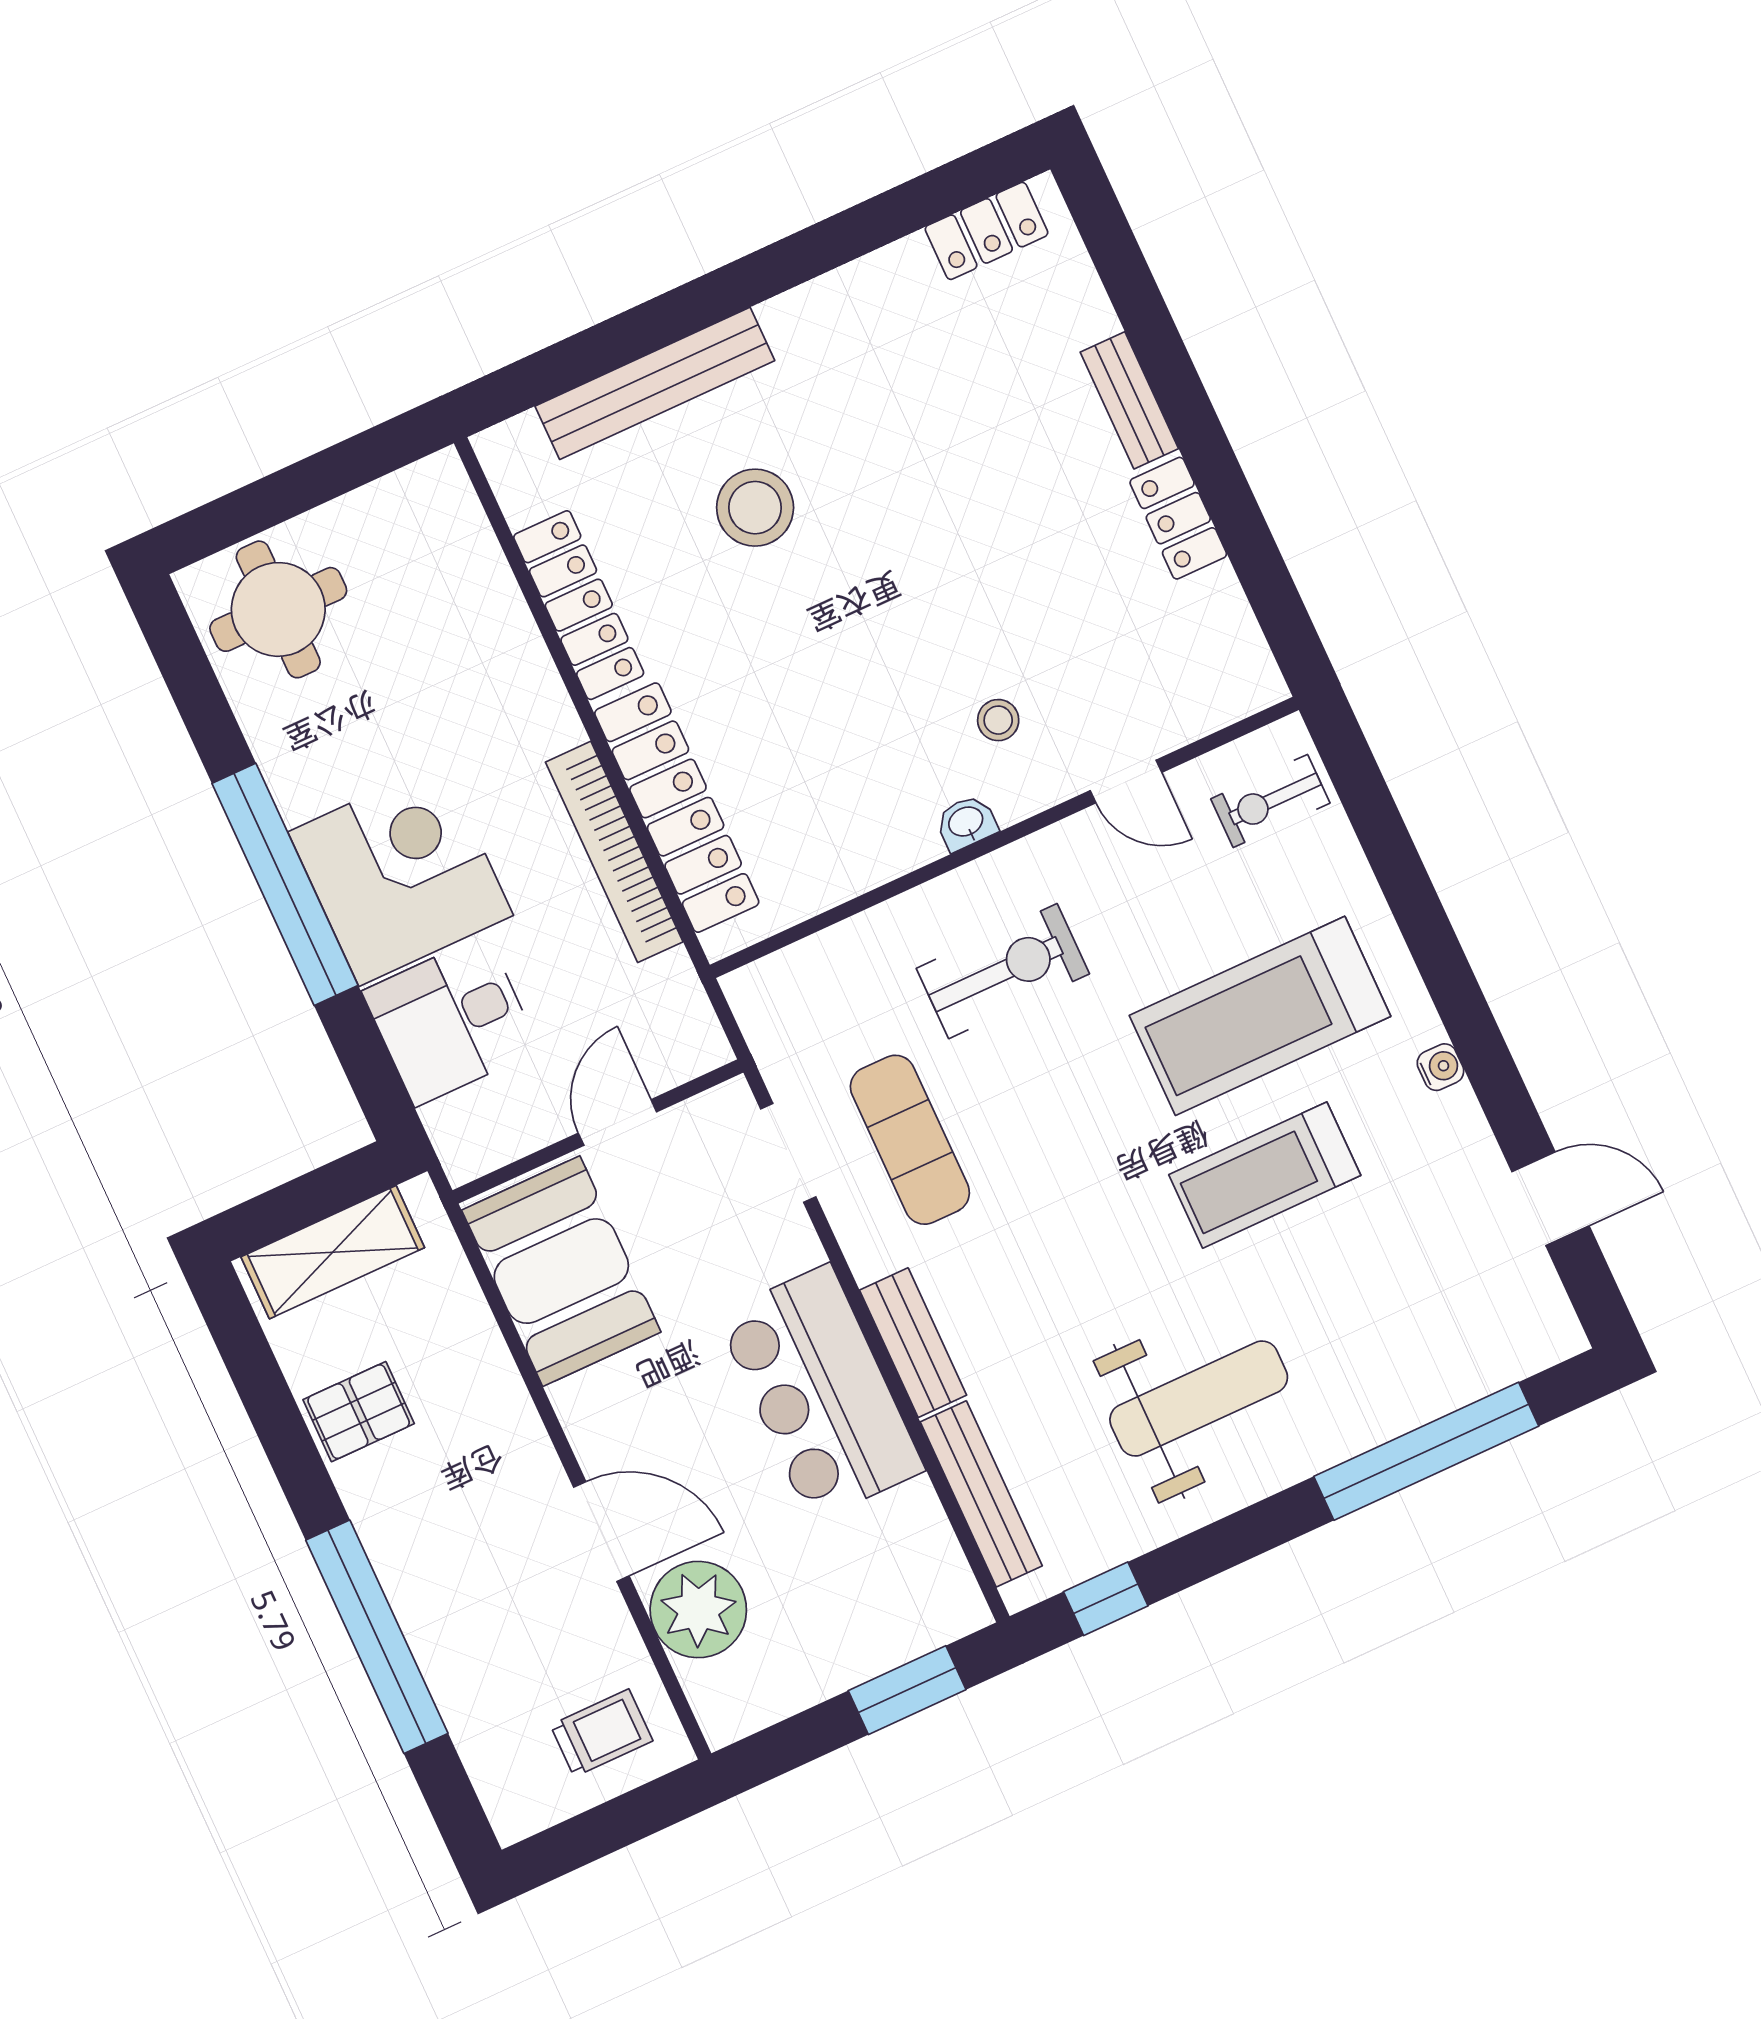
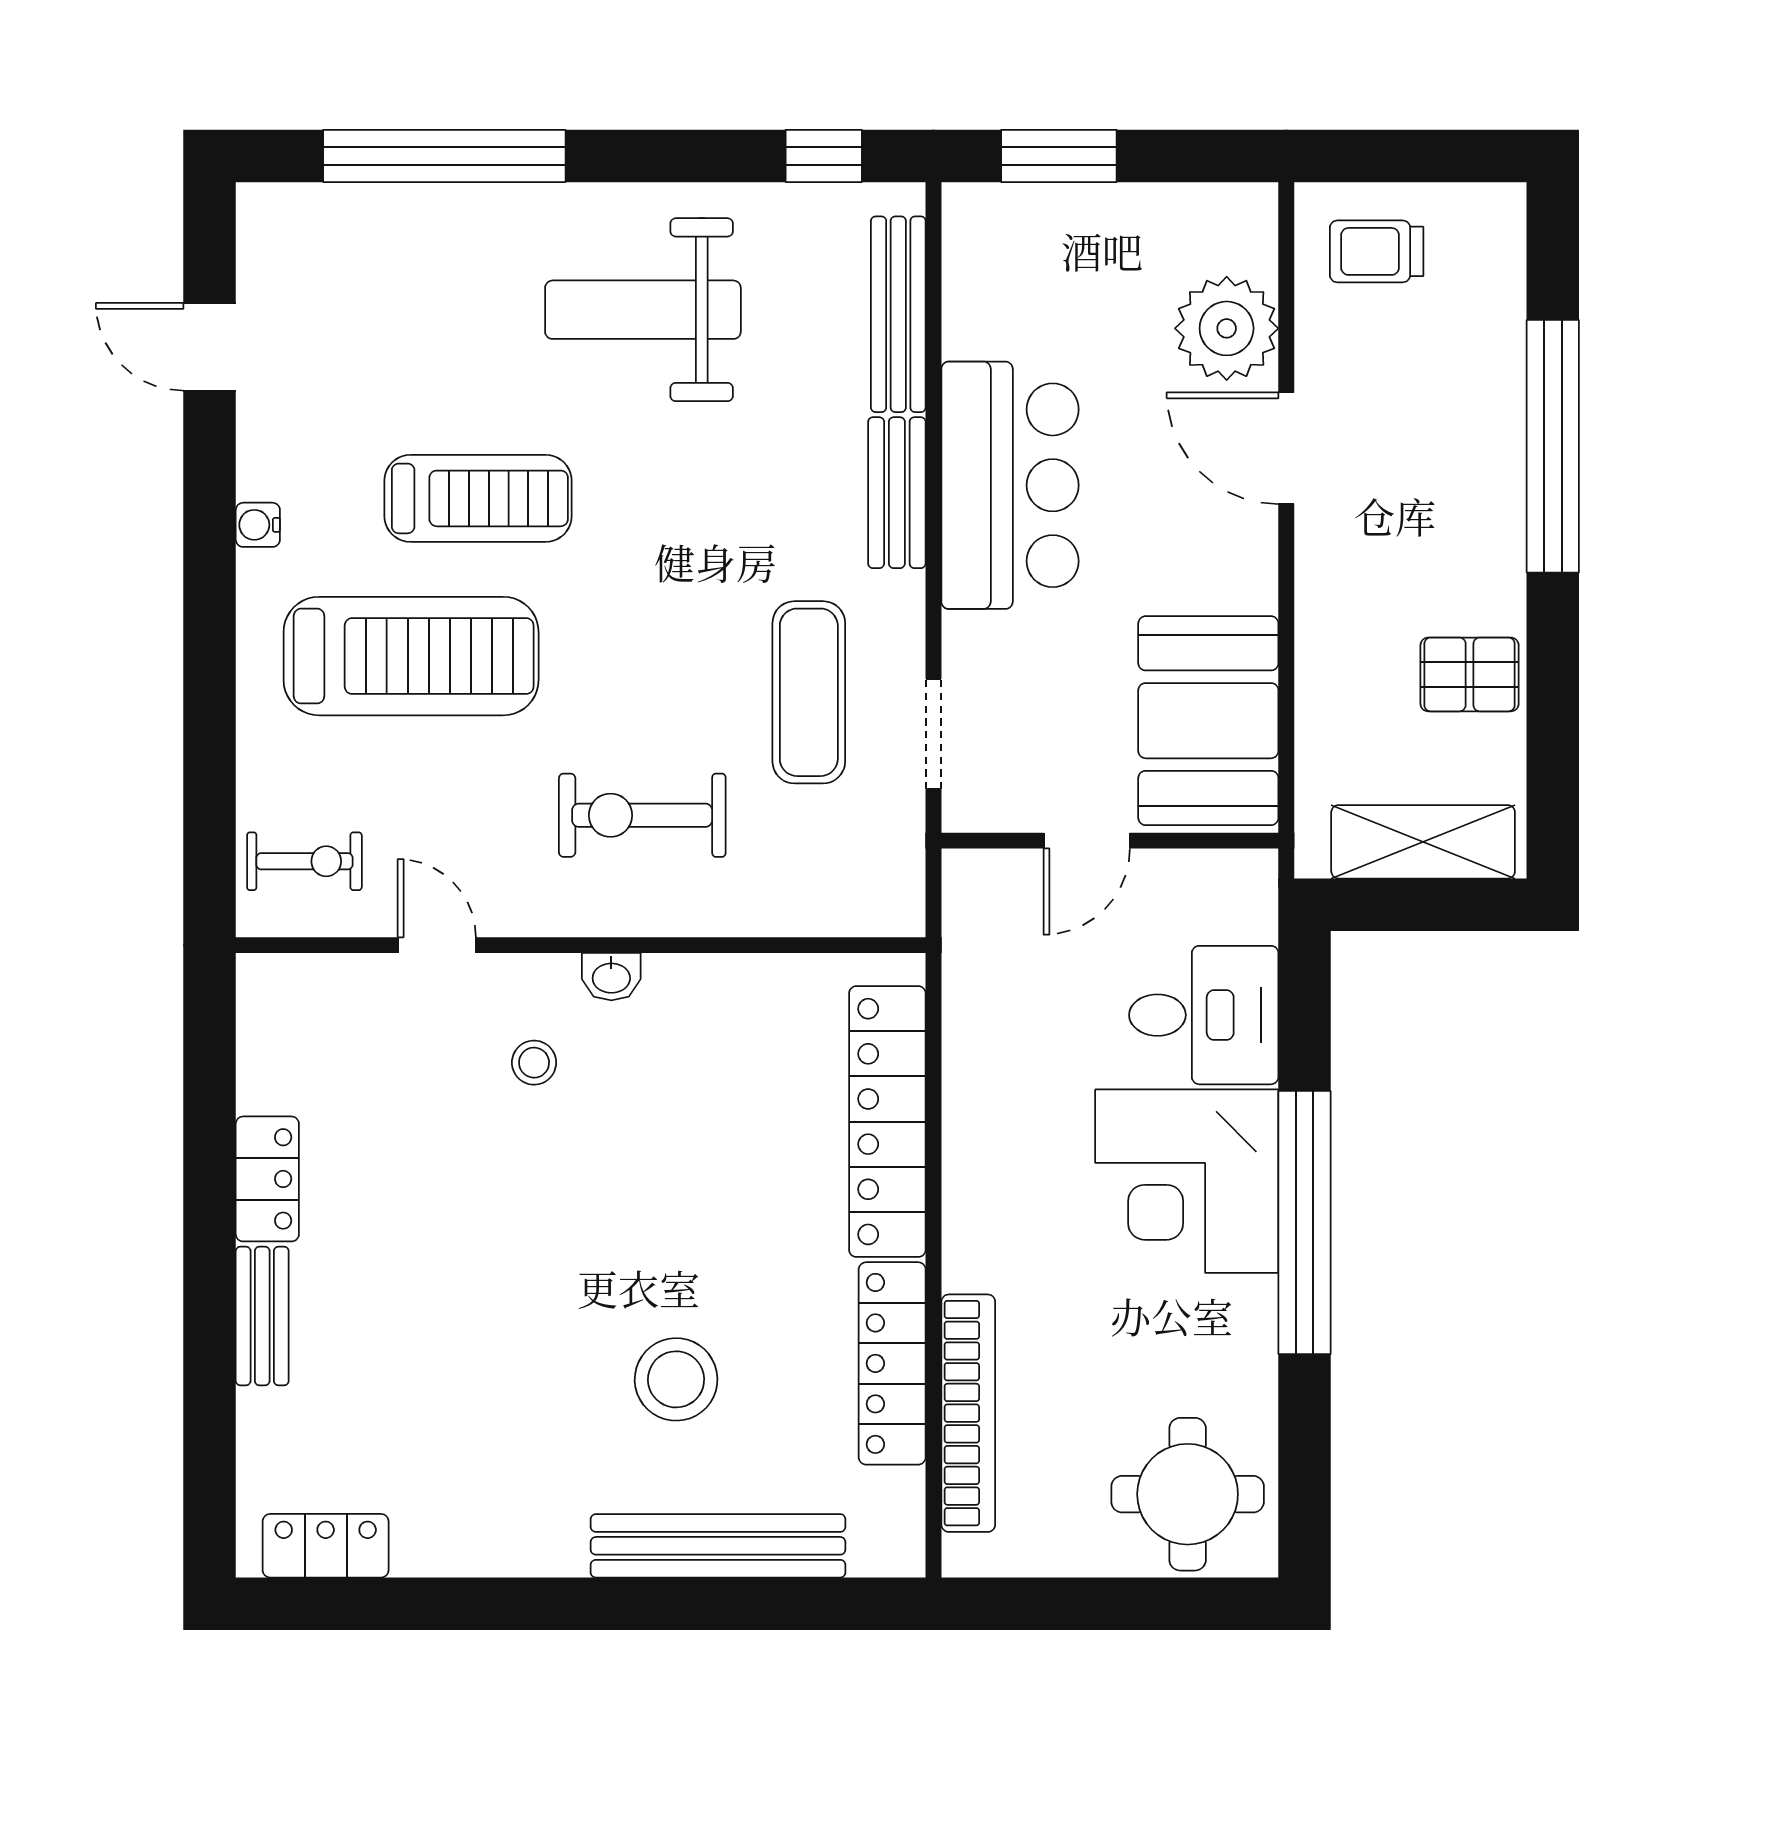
bookcase: (614, 852) -> (968, 1413), moved

